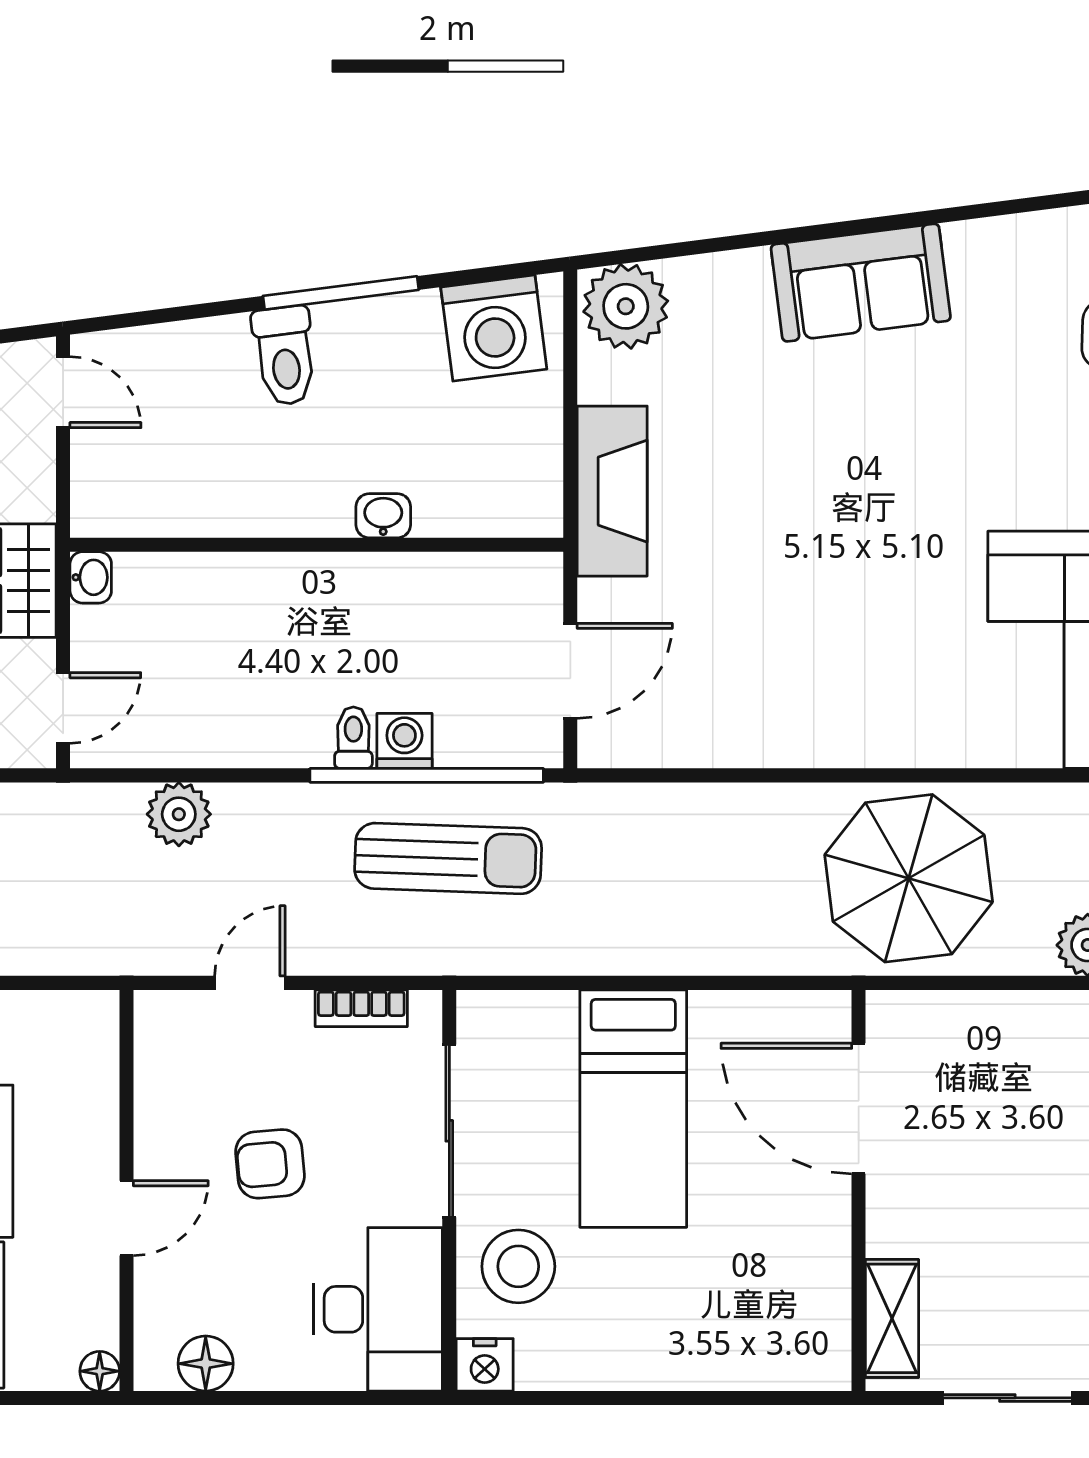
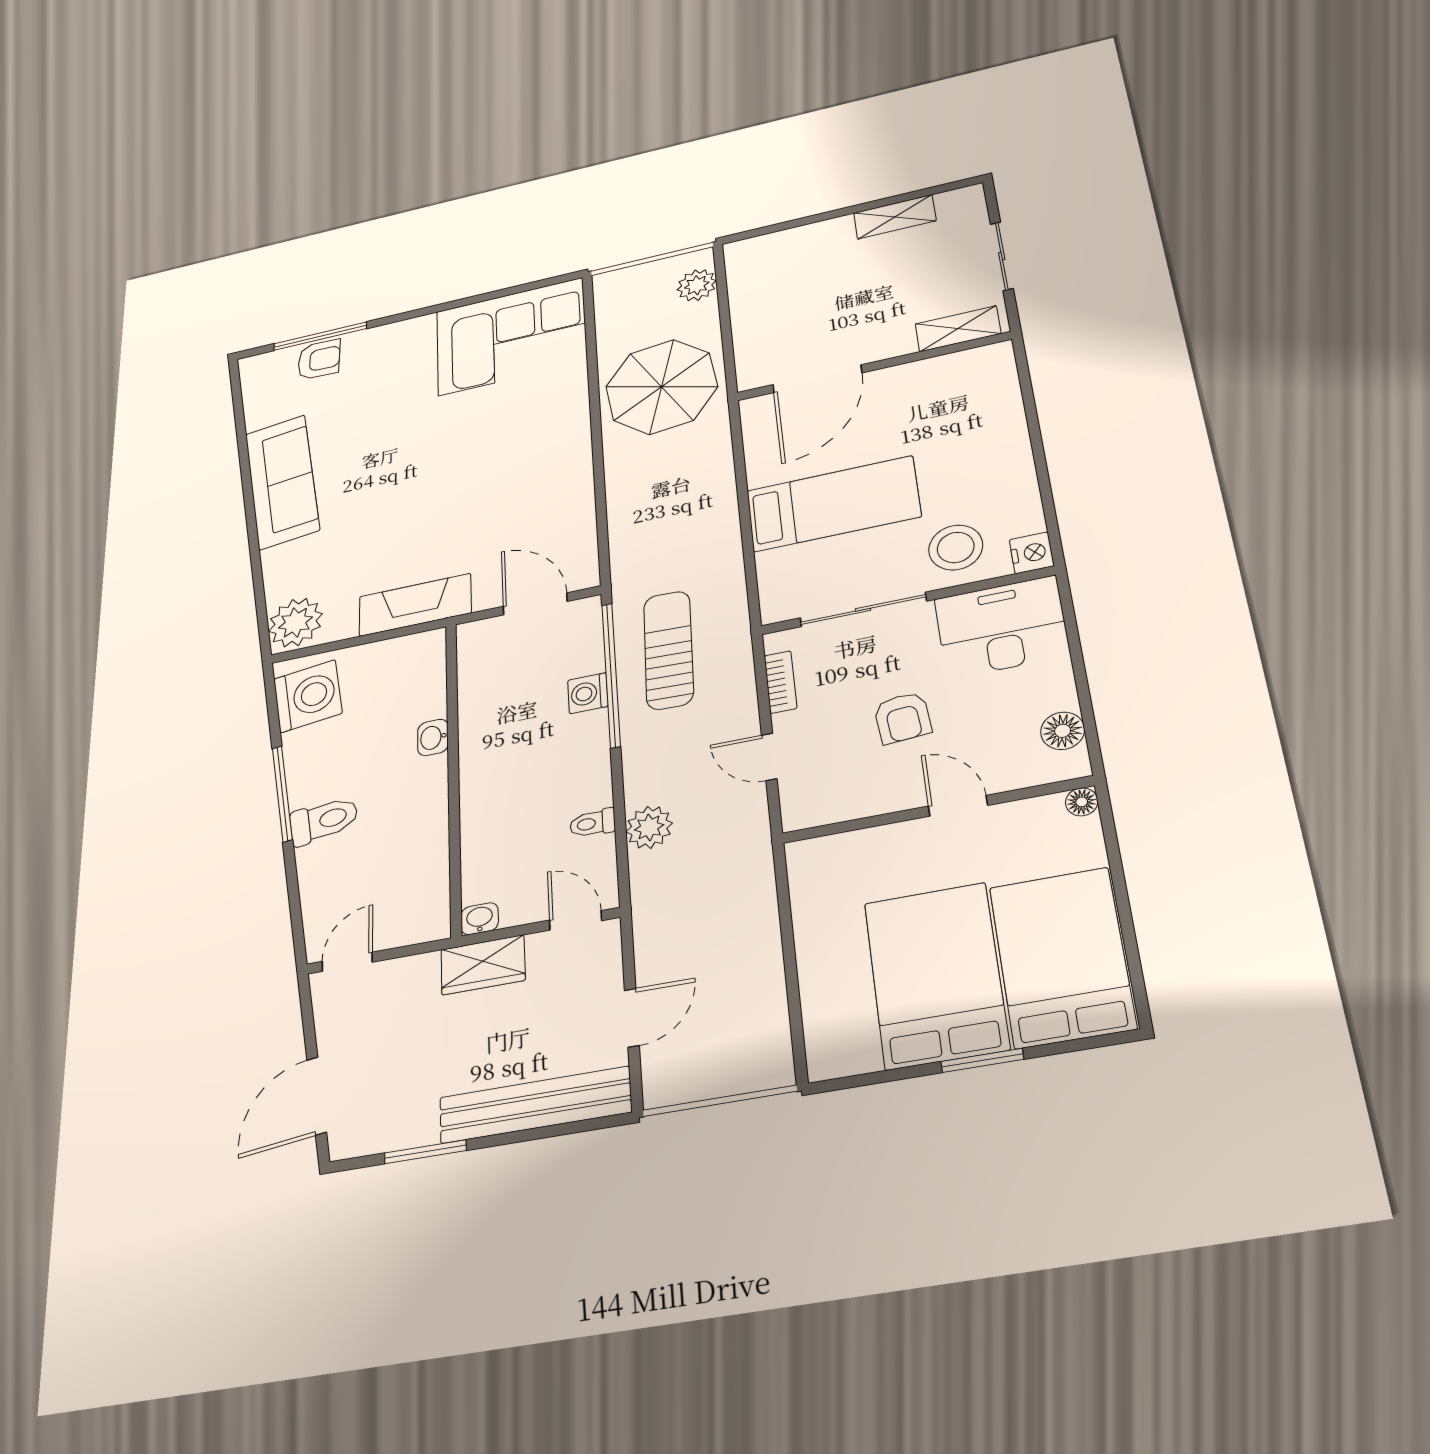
sofa: (861, 283) -> (282, 482), width x1.36
toilet: (353, 738) -> (593, 823), moved

